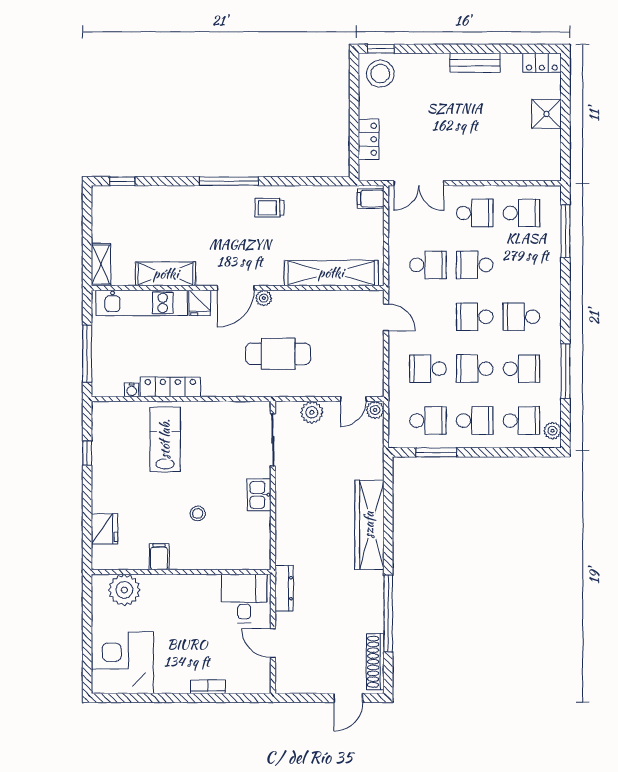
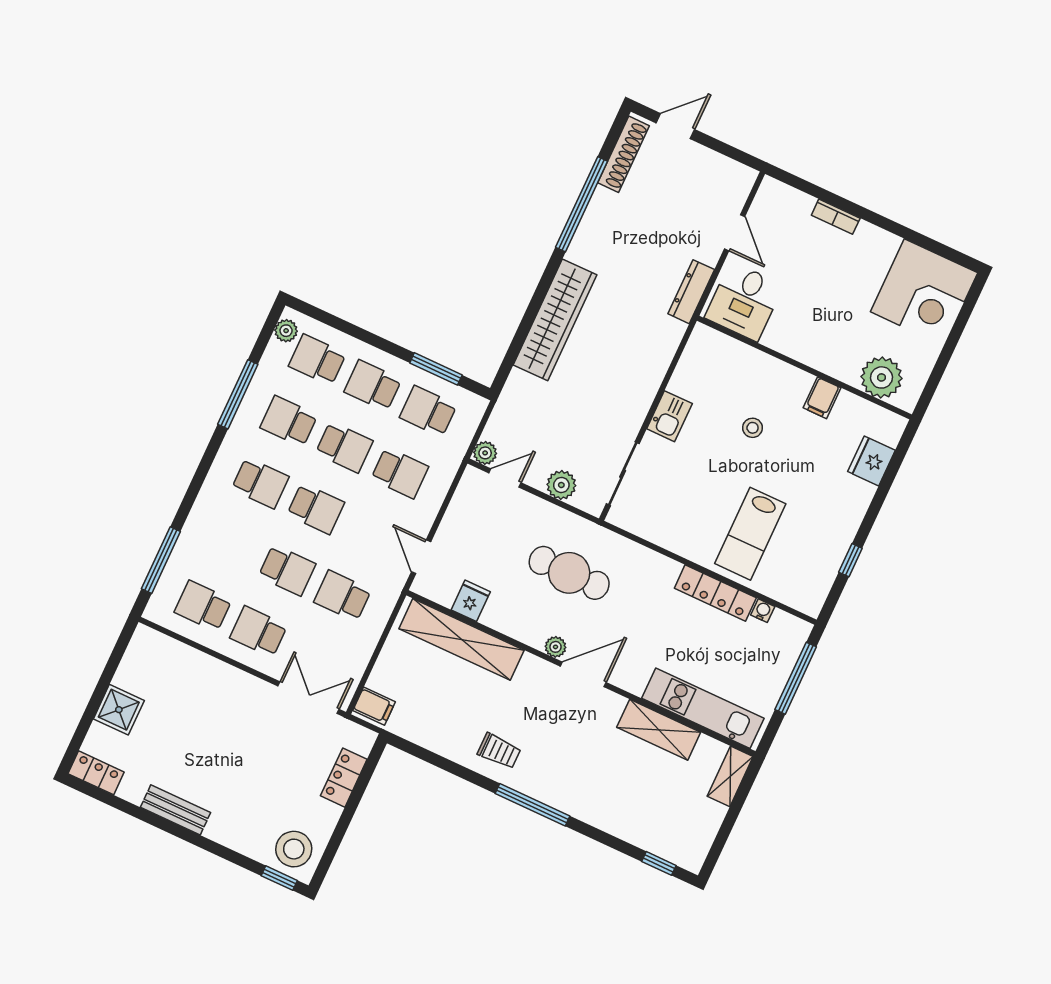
fridge: (200, 303) -> (471, 601), moved

